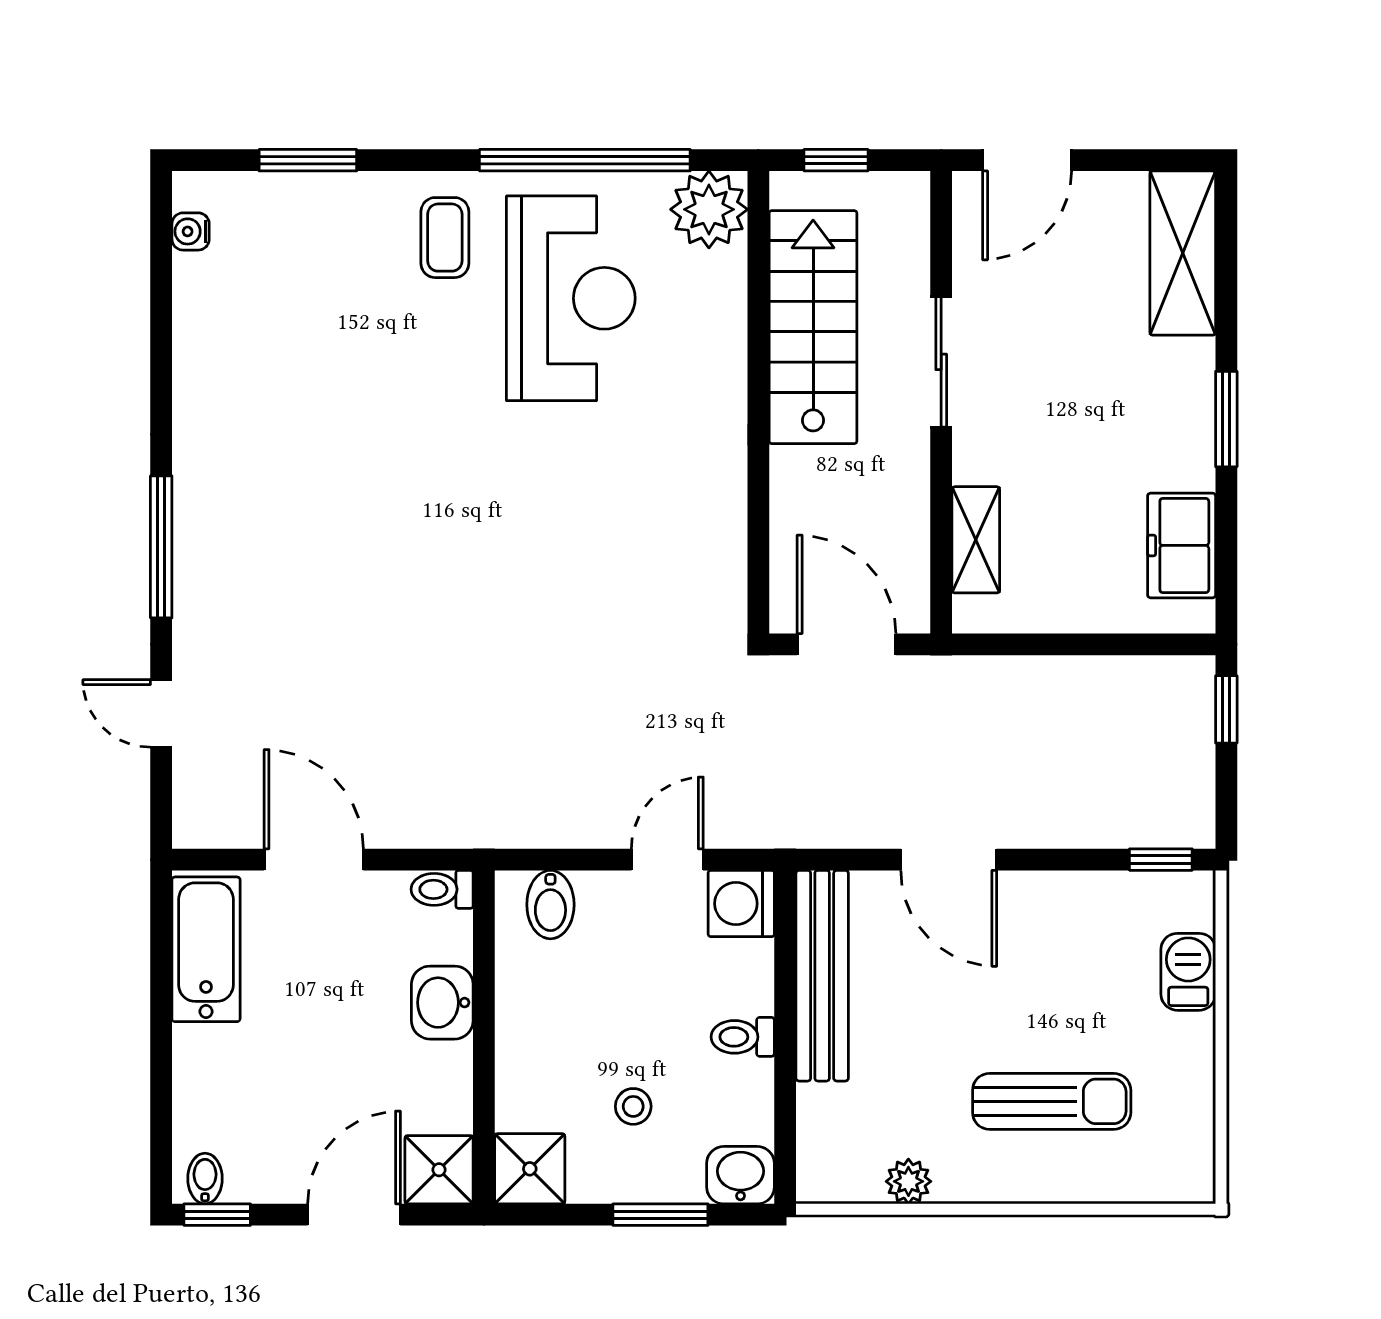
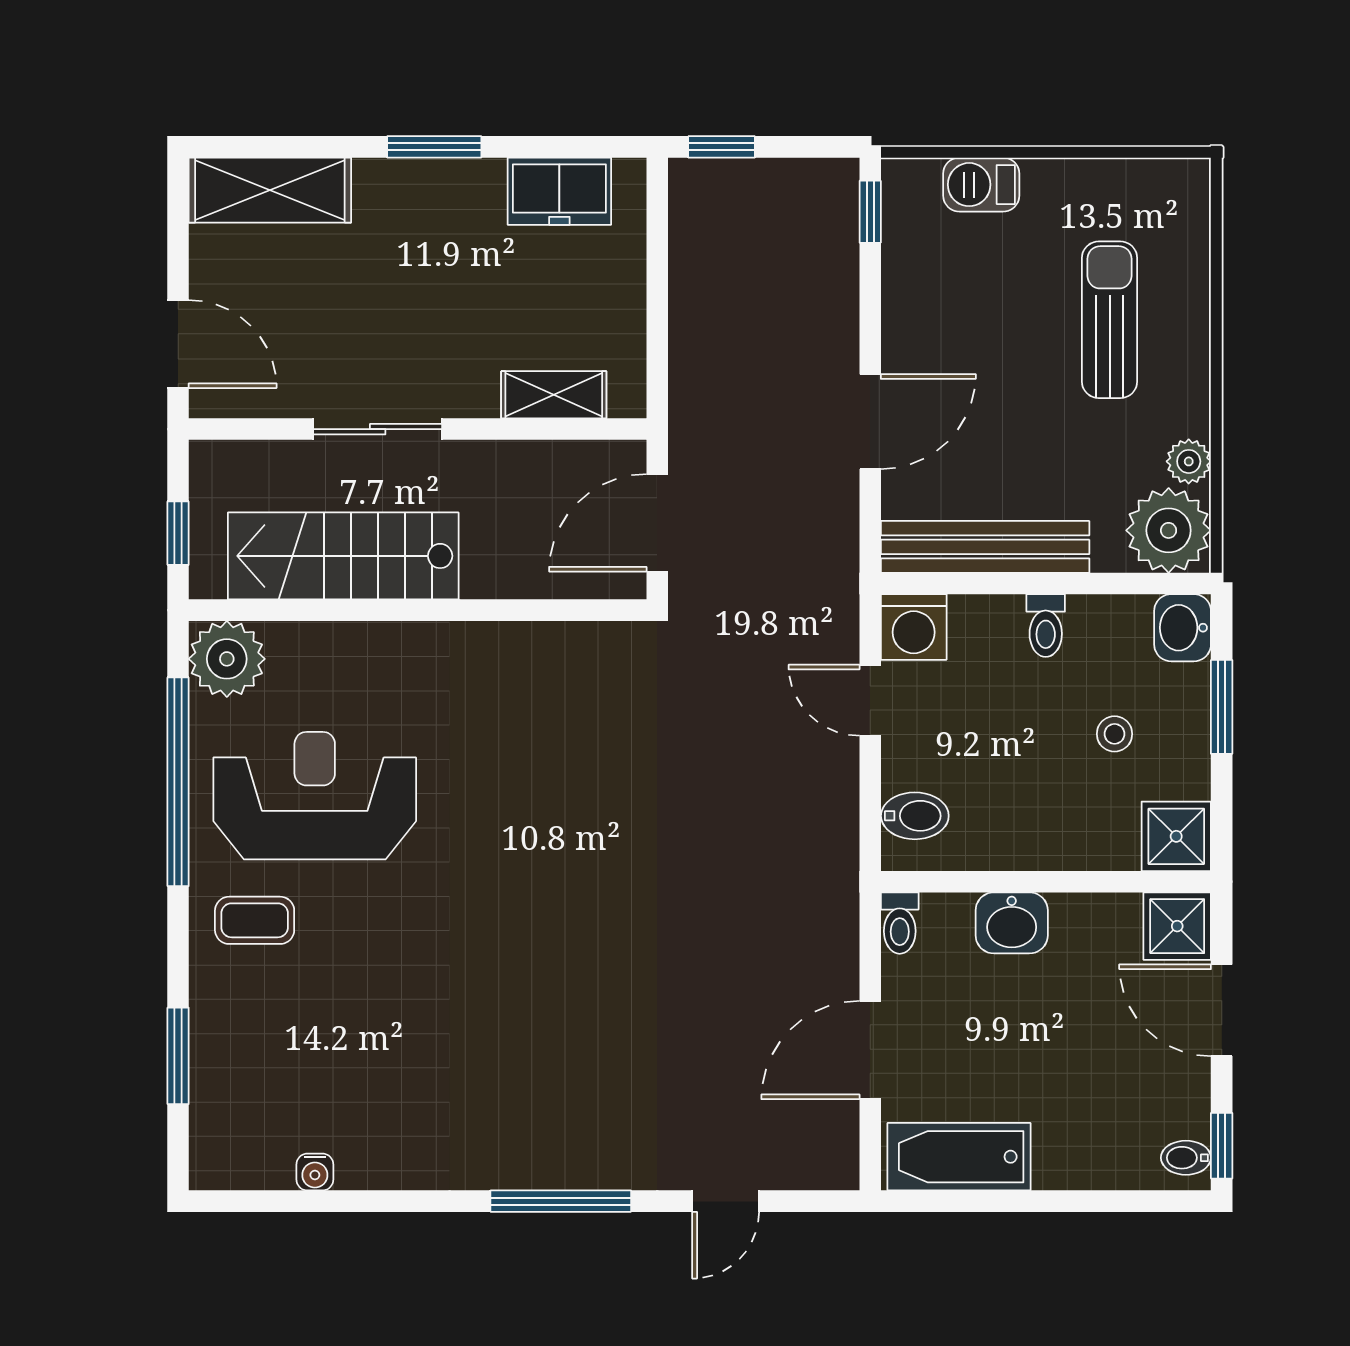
water cooler: (191, 231) -> (315, 1172), moved
plant: (839, 1161) -> (1169, 530), added

